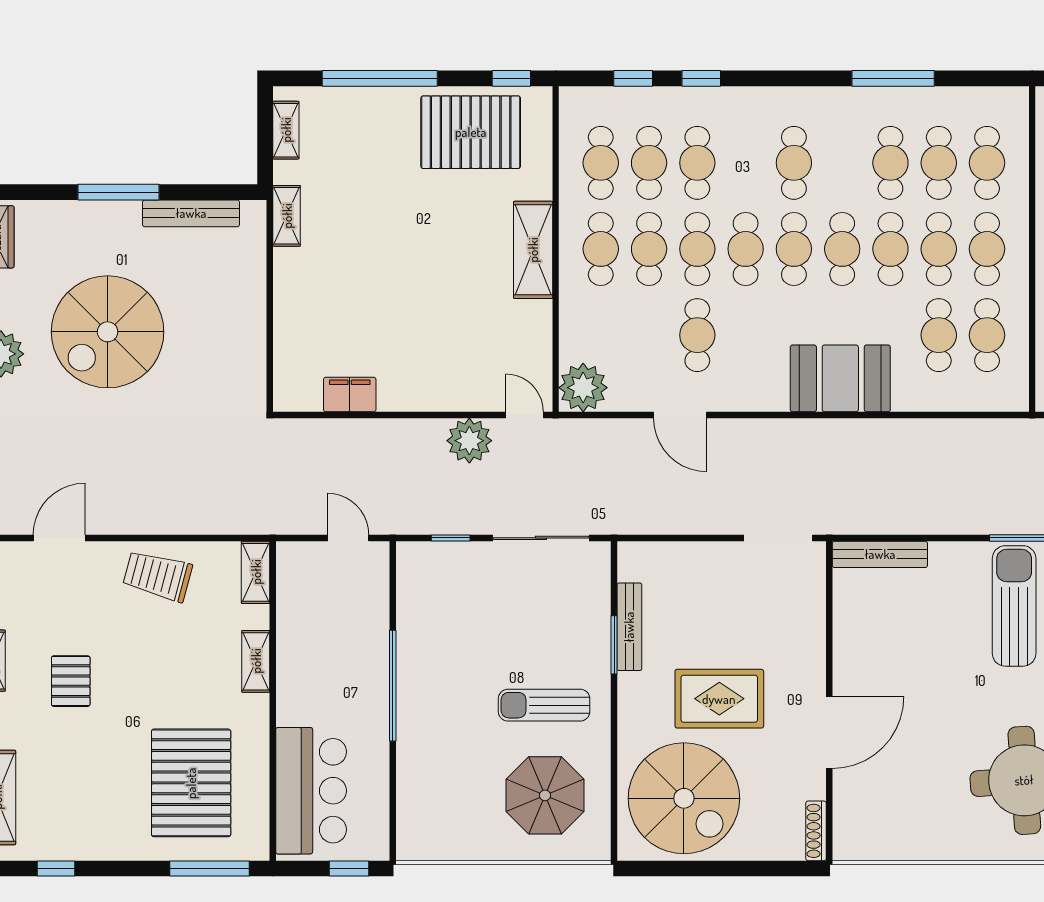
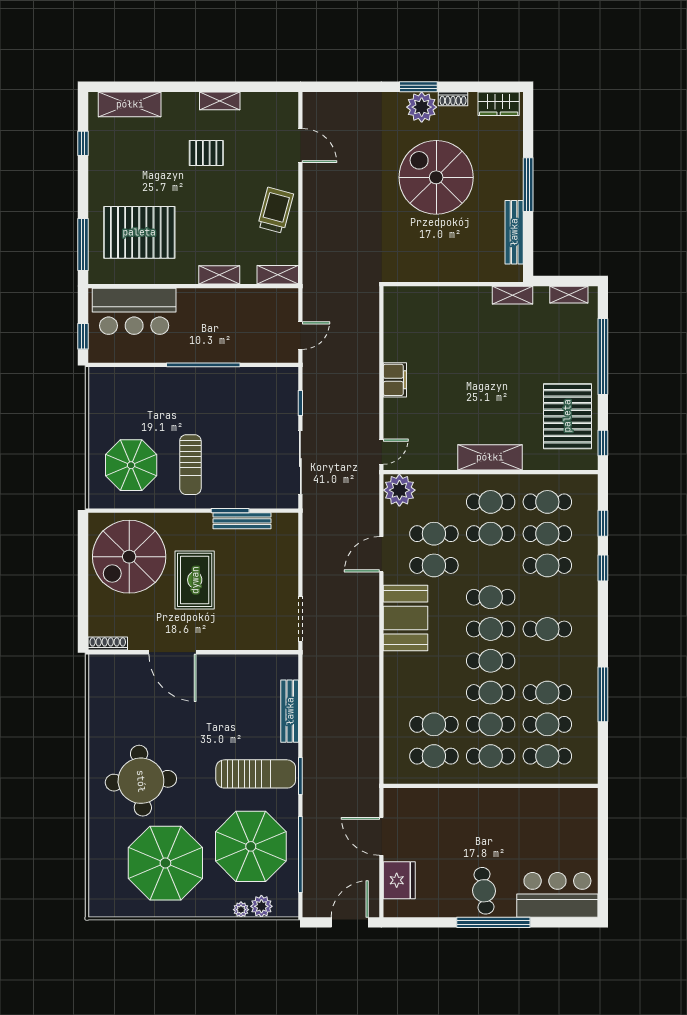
cafe table: (697, 249) -> (434, 534), moved
booth: (840, 378) -> (405, 618), moved
filing cabinet: (350, 394) -> (395, 380), moved
plant: (469, 441) -> (365, 415), removed
bench: (880, 554) -> (290, 711), moved
sun lounger: (544, 705) -> (190, 465), turned 180

